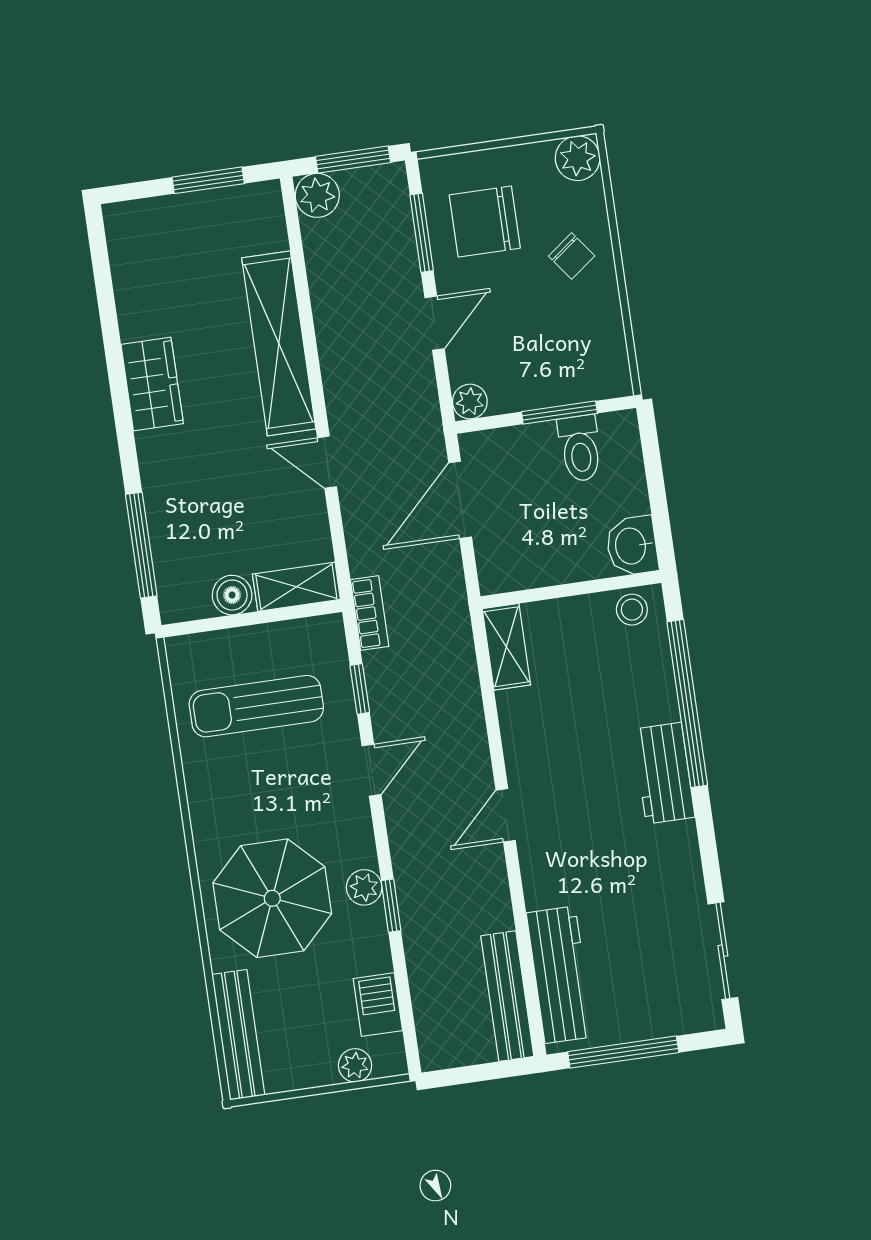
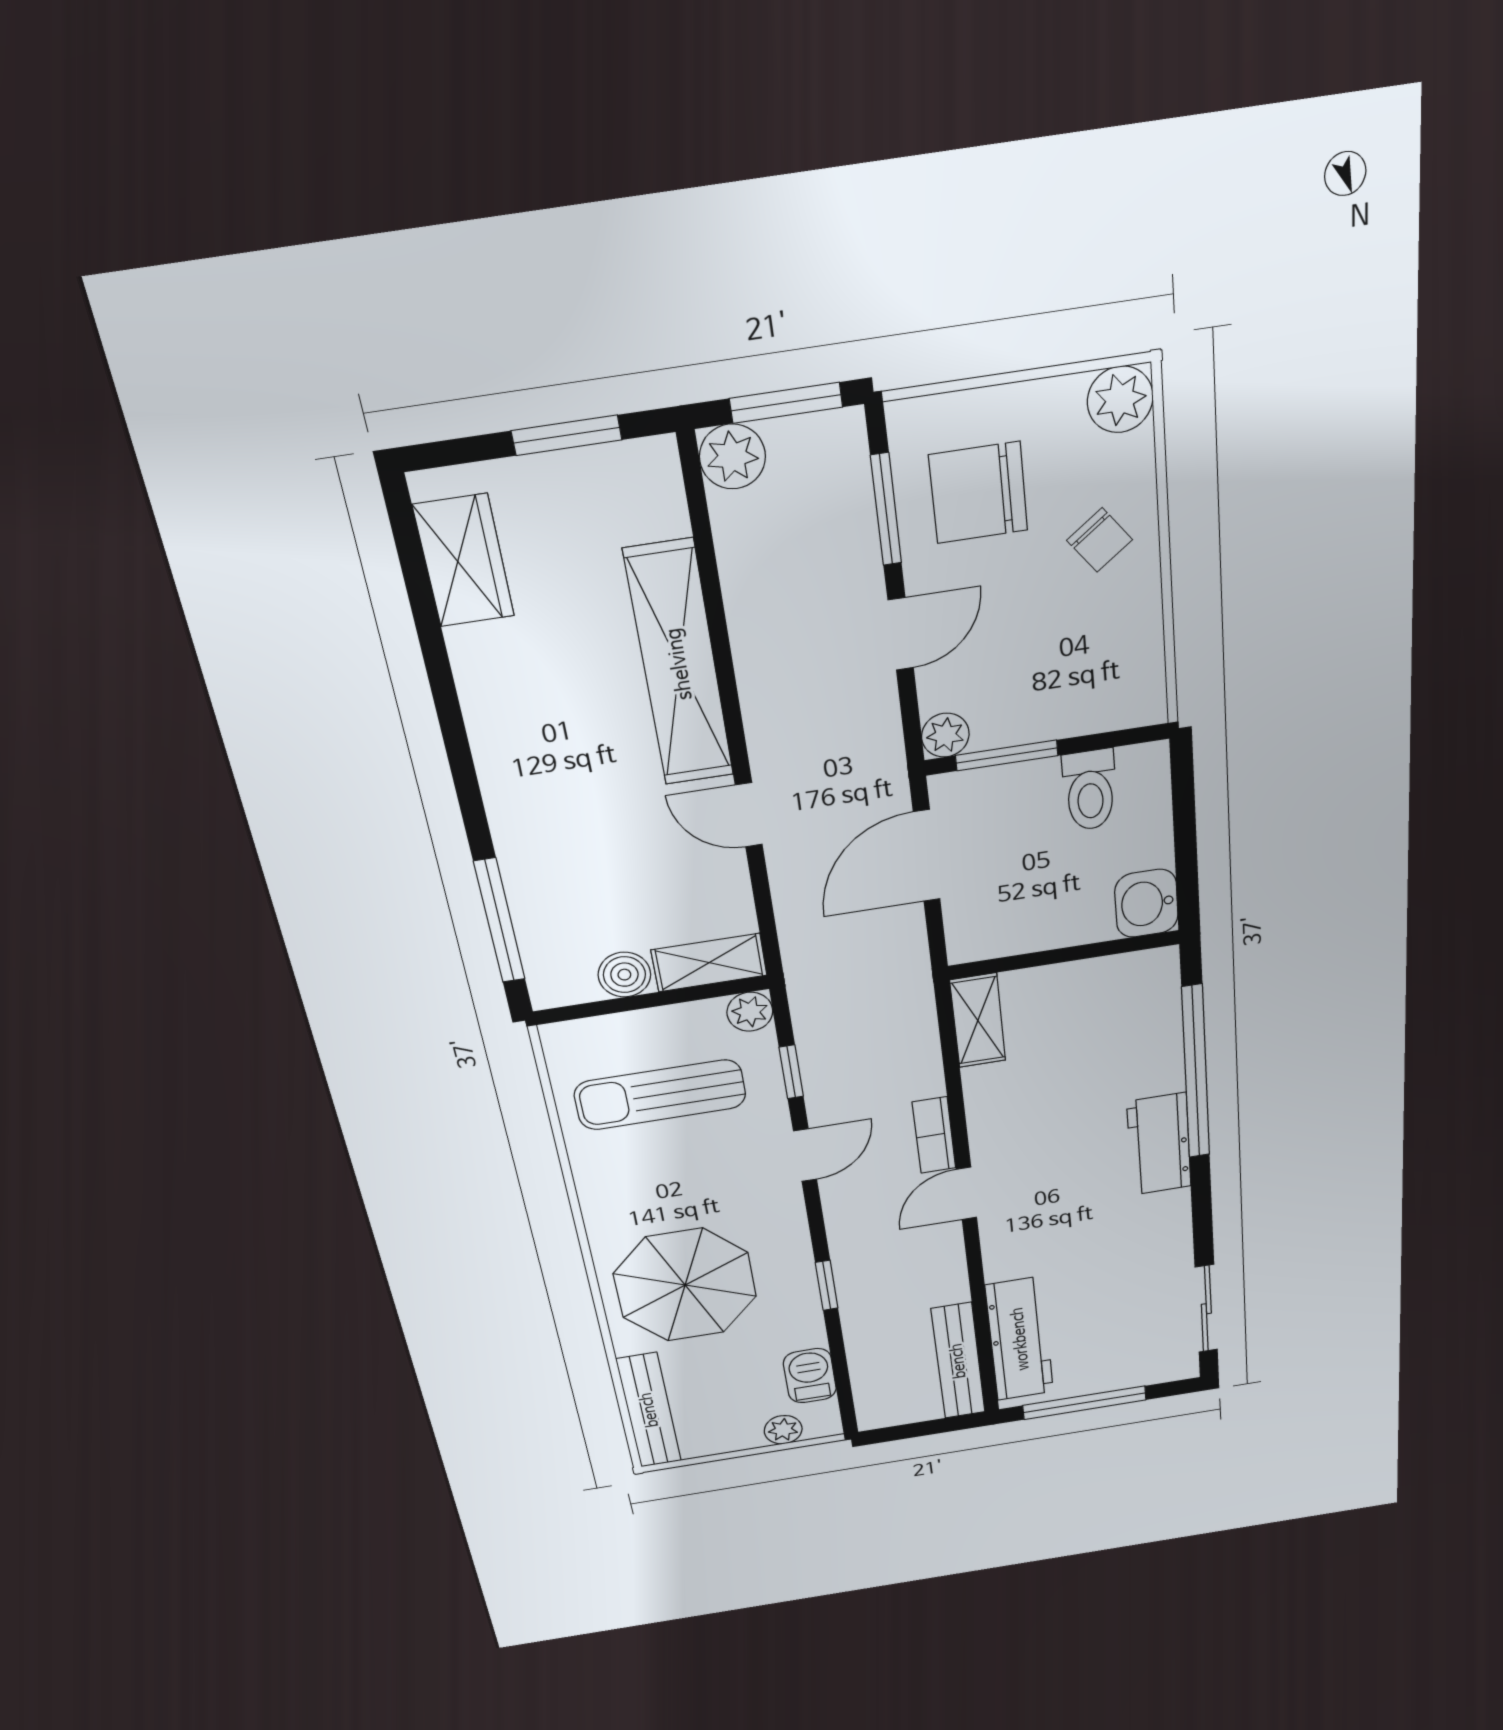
wardrobe: (152, 384) -> (464, 561), moved
window: (559, 413) -> (1007, 756), moved
stool: (632, 610) -> (1139, 975), removed
bookcase: (370, 613) -> (934, 1135), moved, turned 180
plant: (364, 887) -> (750, 1012), moved

